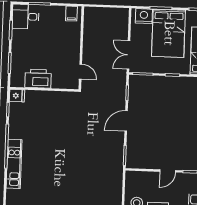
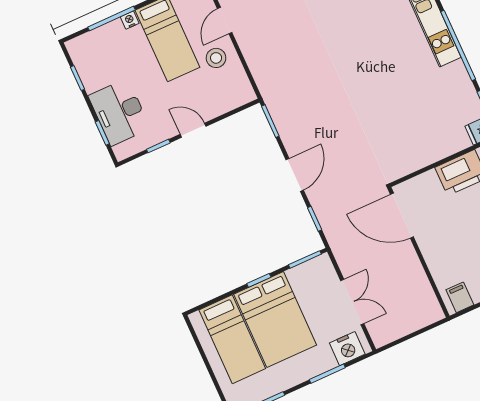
bed: (168, 33) -> (275, 320), moved, turned 180
double door: (128, 55) -> (352, 302), moved
door: (80, 72) -> (402, 216), width x1.88
door: (168, 171) -> (193, 130), hinge flipped

